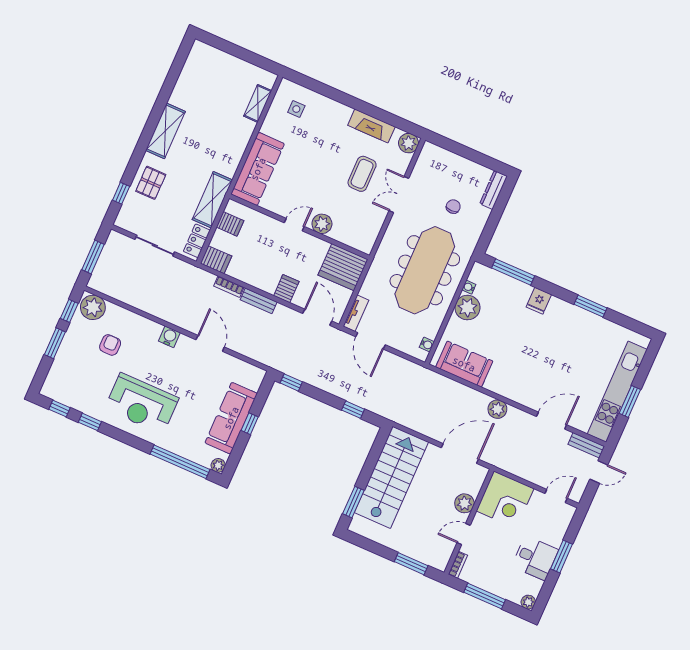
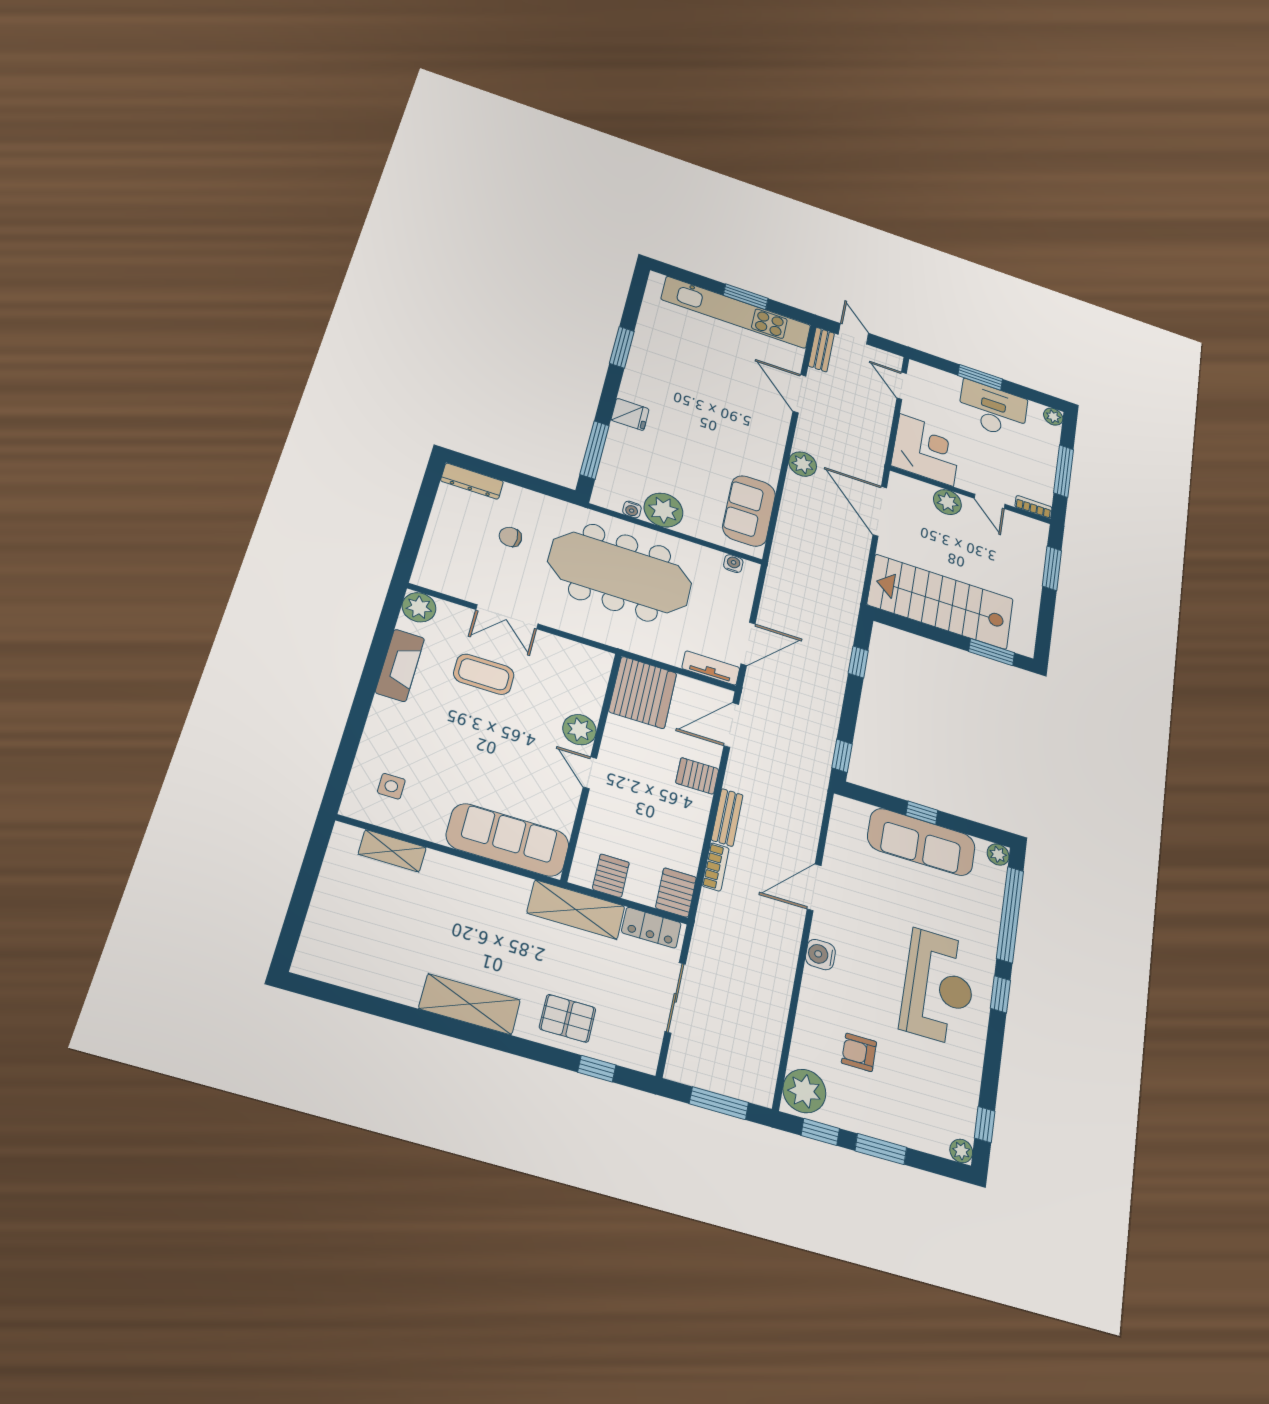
plant: (47, 390) -> (961, 1151), added
window: (90, 422) -> (1000, 994), moved
desk: (535, 558) -> (993, 410), width x1.37

